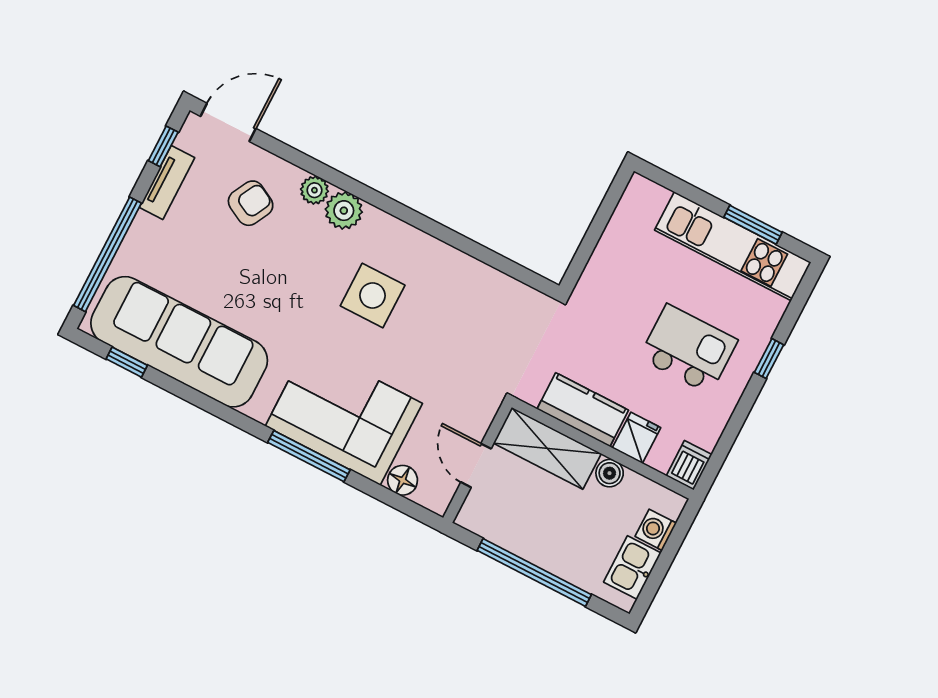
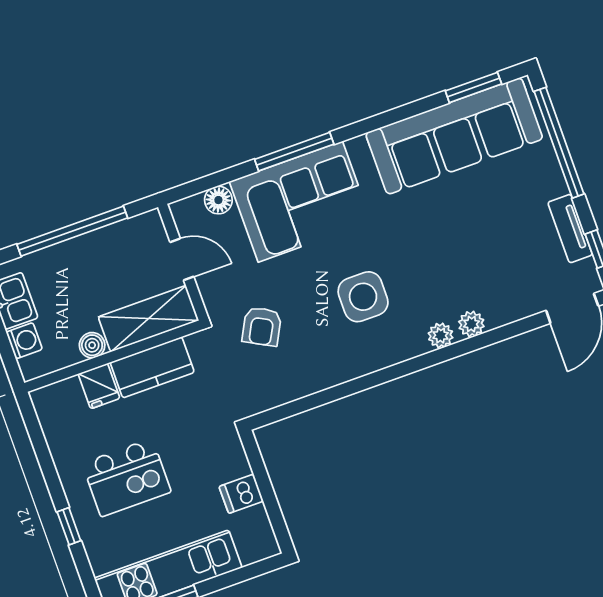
armchair: (251, 203) -> (262, 326), moved
plant: (344, 211) -> (441, 335), width x0.73, depth x0.73
window: (127, 362) -> (473, 87), width x1.50
dishwasher: (689, 465) -> (241, 494), moved, turned 90

